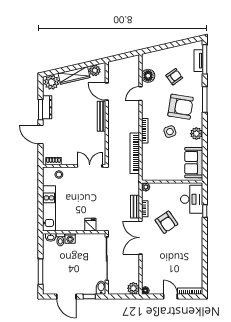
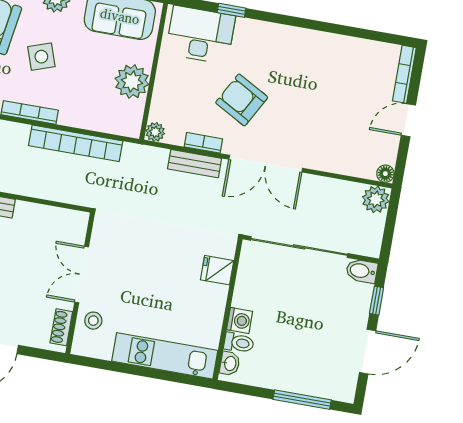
double door: (90, 166) -> (82, 274), moved
plant: (166, 173) -> (132, 81), added
armchair: (166, 222) -> (242, 100), turned -117

